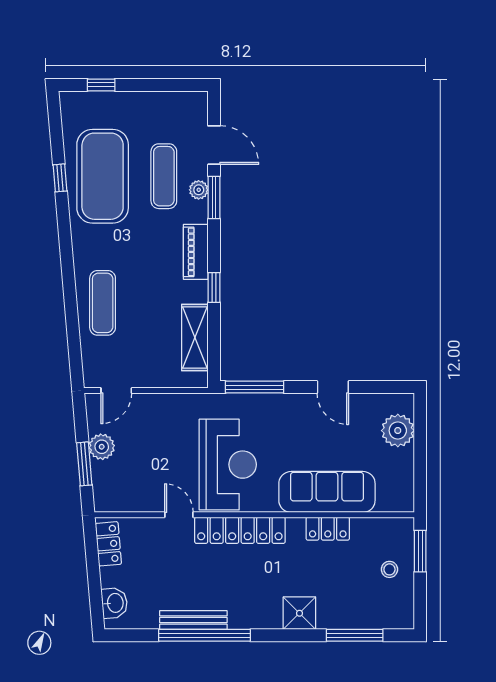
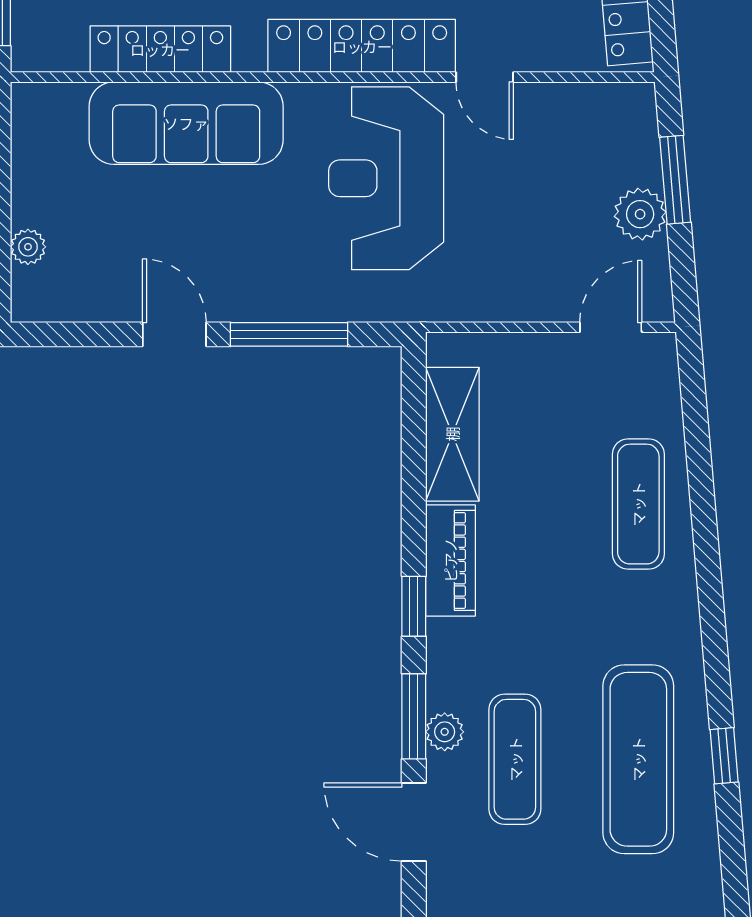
exercise mat: (103, 176) -> (638, 759), width x0.68
piano: (196, 252) -> (450, 560), moved
window: (214, 287) -> (414, 606), moved
window: (255, 387) -> (289, 334), moved
plant: (398, 431) -> (28, 247), width x0.53, depth x0.53
locker: (328, 529) -> (160, 49), width x1.53

